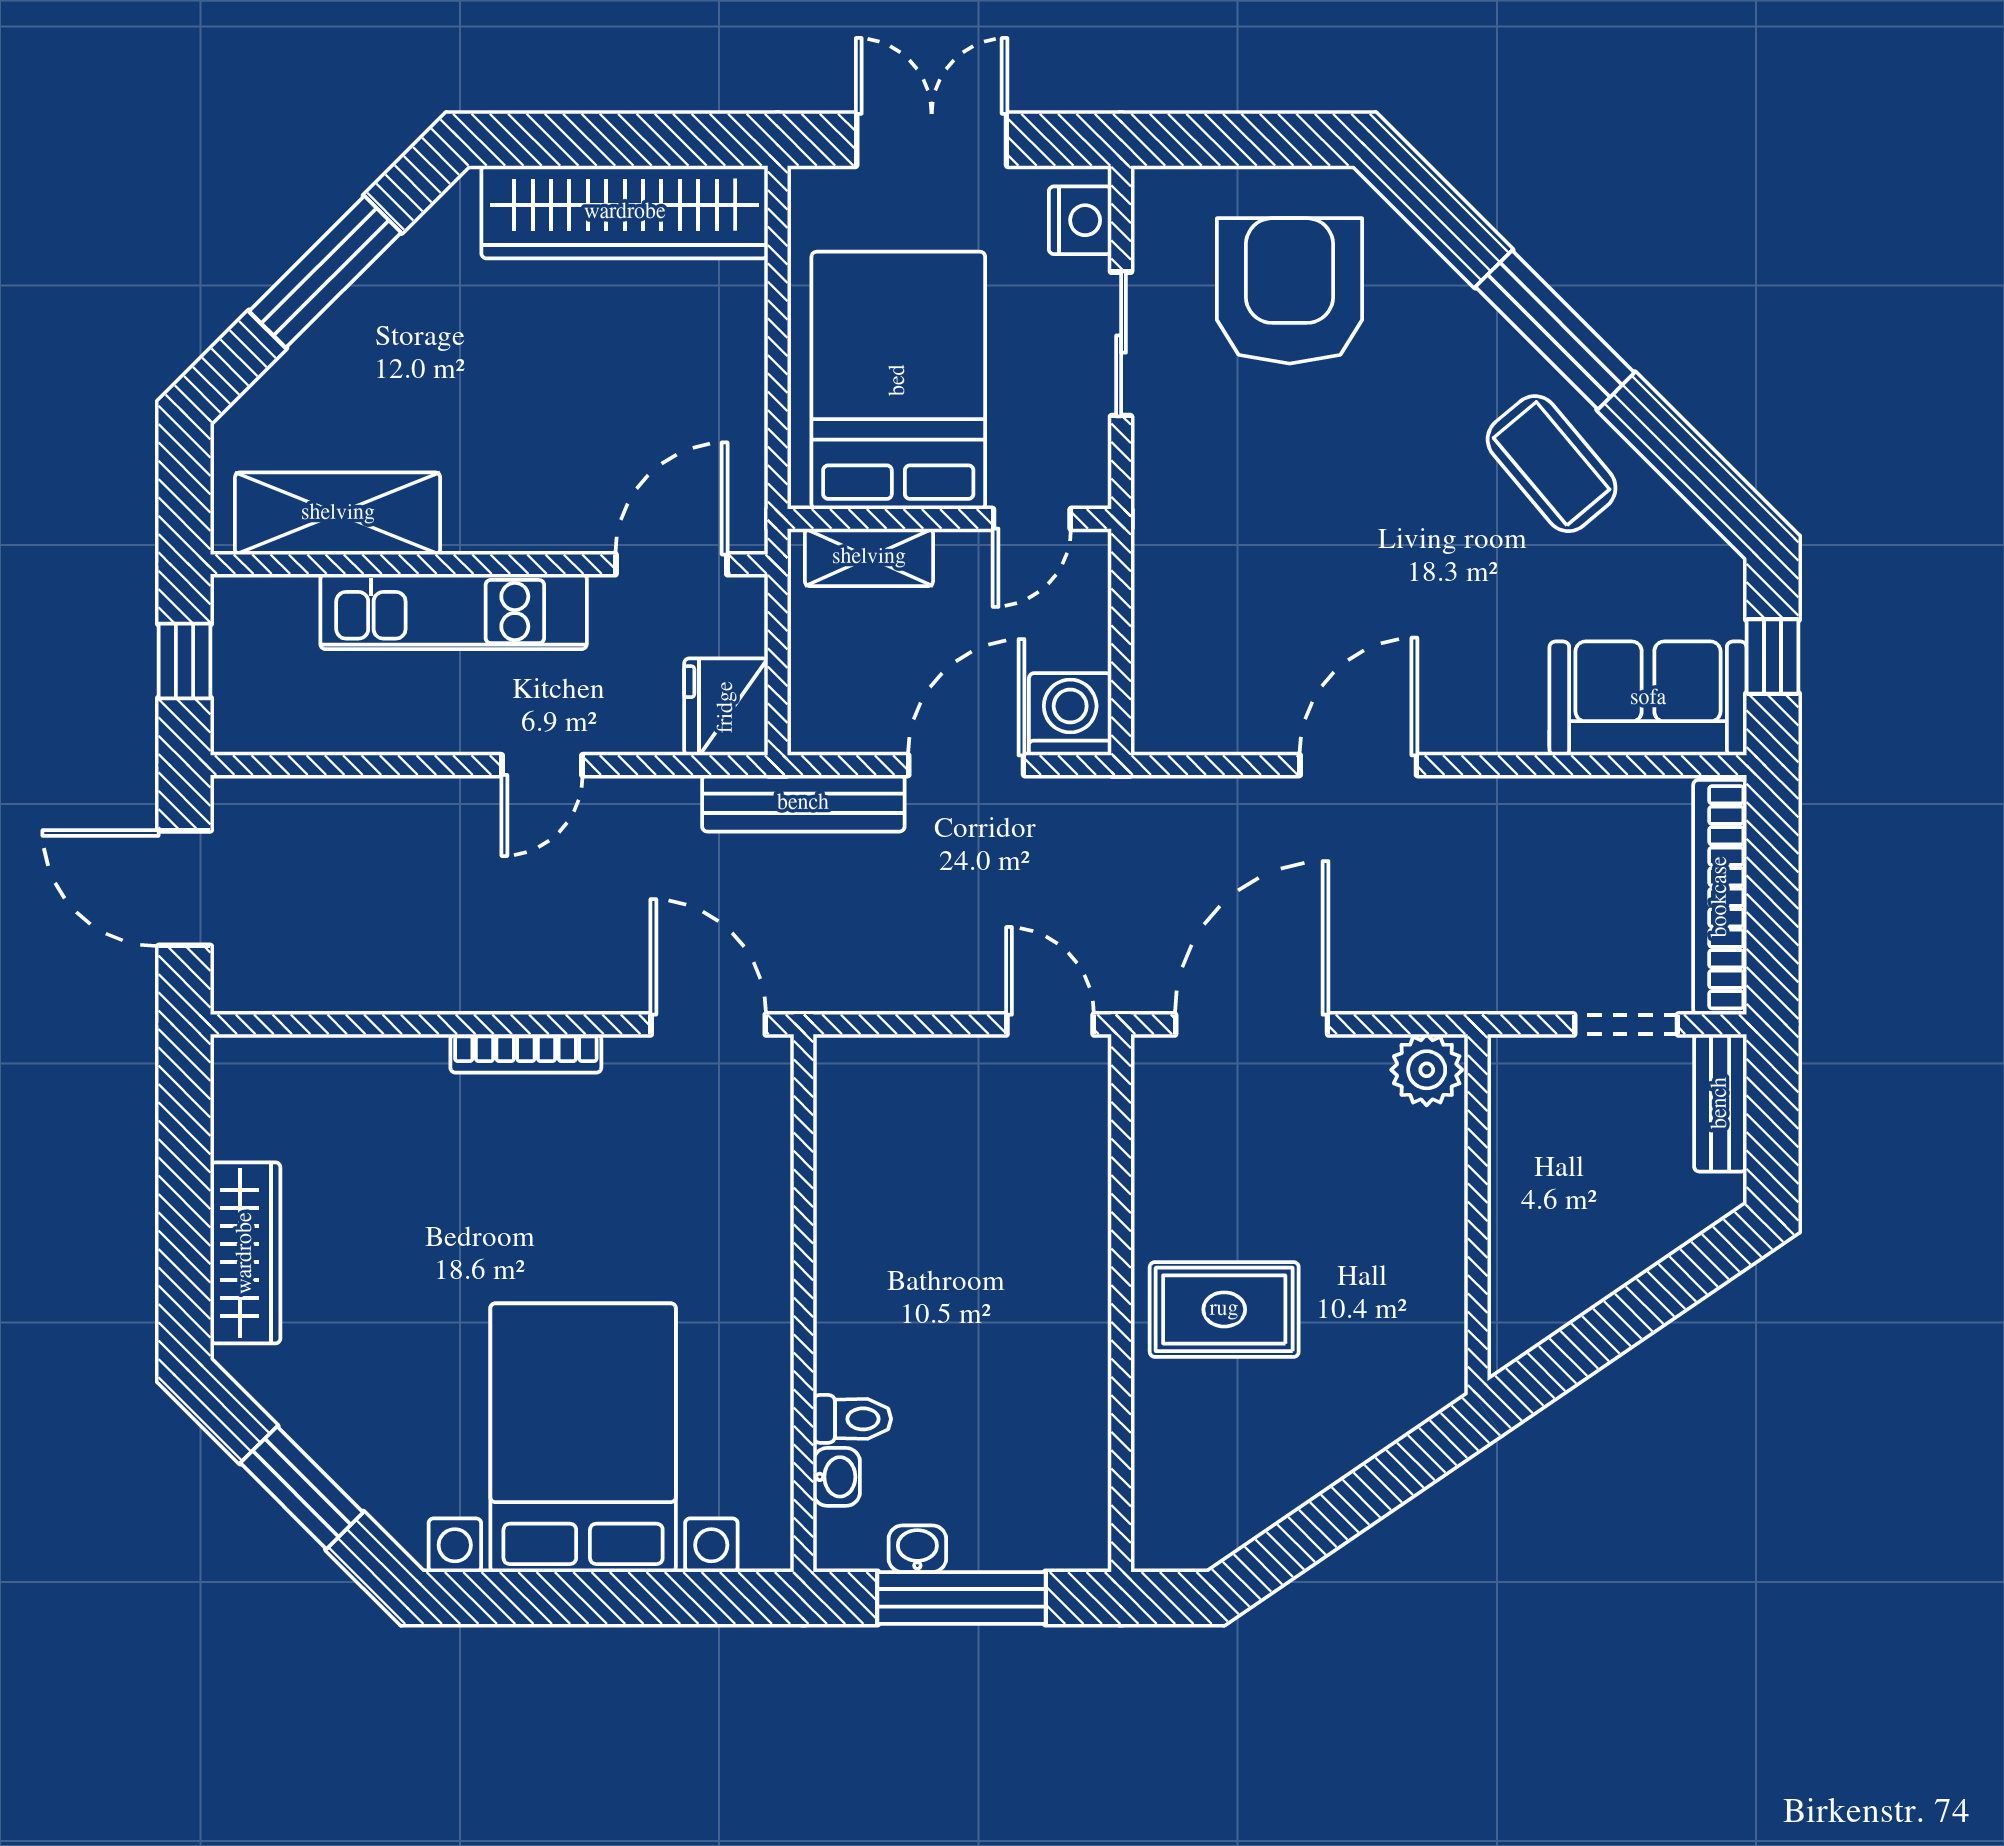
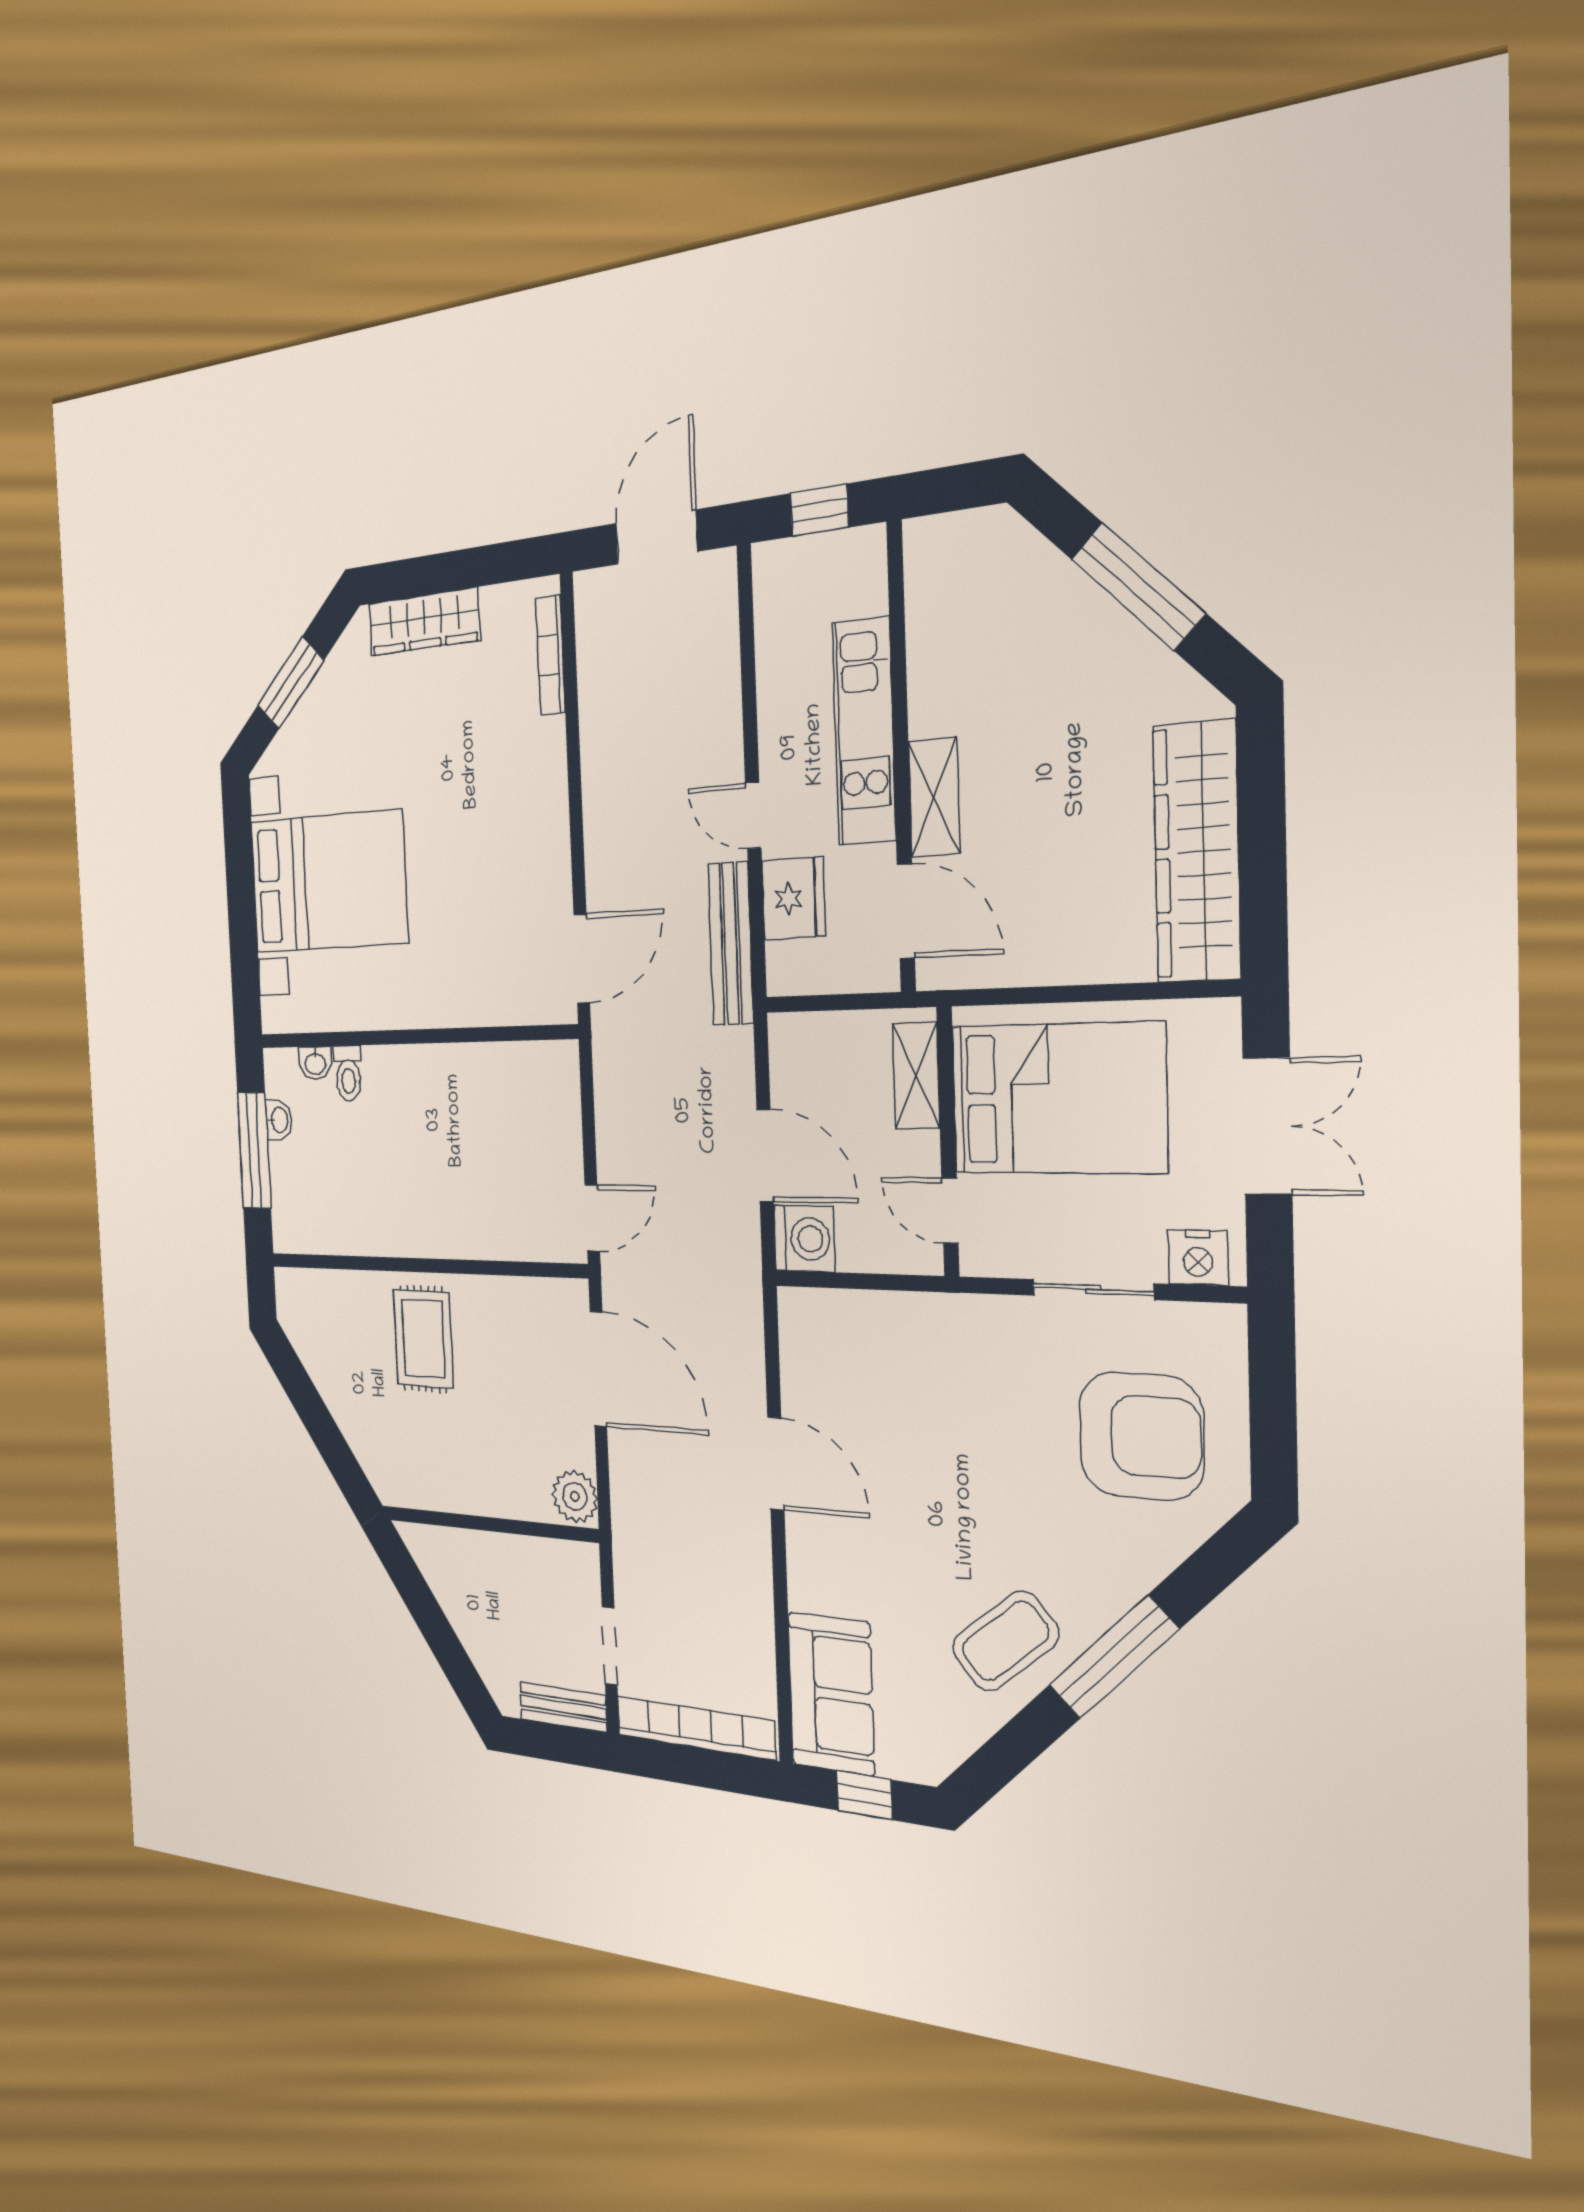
shelving: (338, 513) -> (934, 798), moved, width x0.67, depth x0.75
fridge: (726, 707) -> (793, 898), moved, turned 90
bench: (803, 803) -> (731, 944), moved
bookcase: (526, 1053) -> (550, 655), moved

